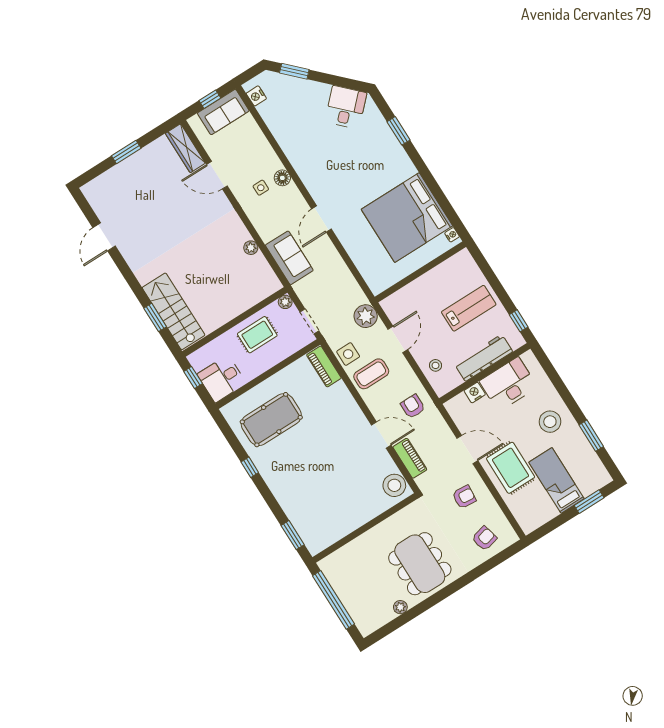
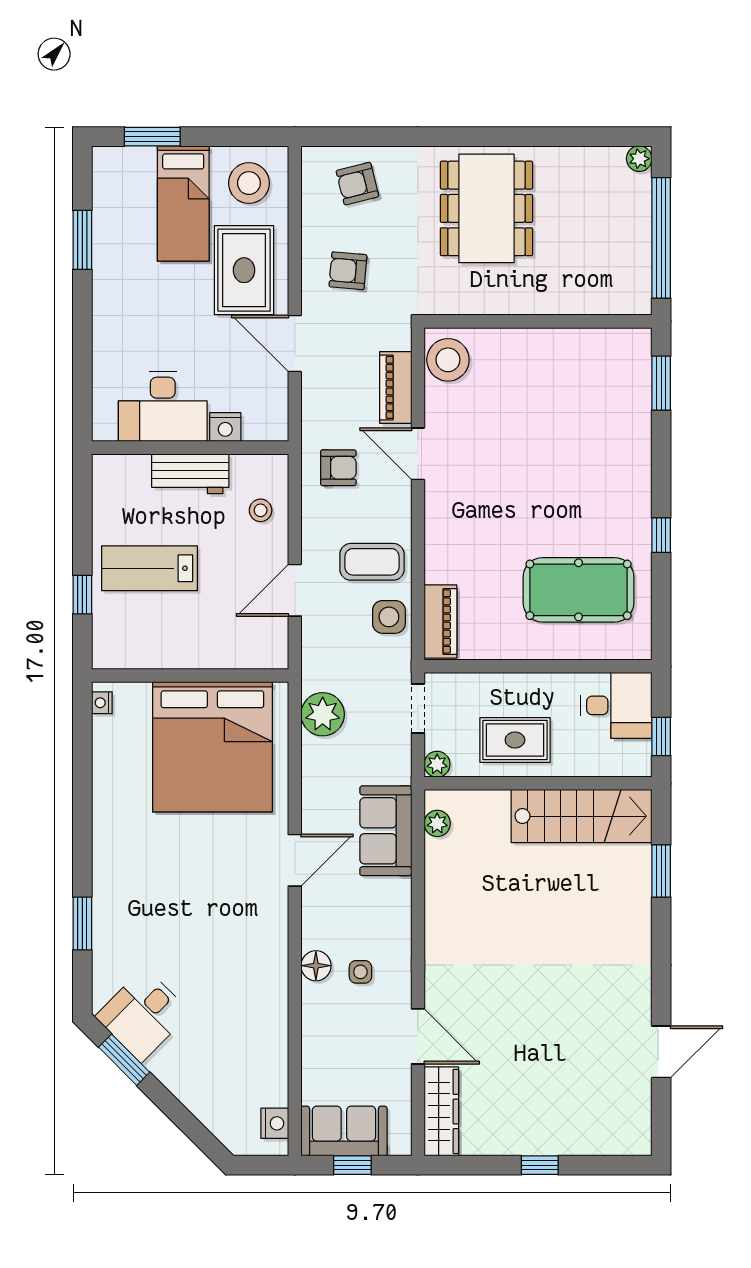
window: (294, 71) -> (124, 1060), moved
window: (126, 152) -> (540, 1165), width x0.67
bed: (407, 218) -> (212, 747), moved, turned 90
plant: (251, 248) -> (437, 823), moved
stairs: (174, 311) -> (582, 816), moved, turned -90
plant: (366, 316) -> (323, 714), moved
window: (519, 321) -> (82, 595), moved
workbench: (484, 358) -> (190, 474), width x0.73
armchair: (413, 406) -> (338, 468), turned -90
stool: (550, 422) -> (249, 183), moved
plant: (400, 607) -> (639, 159), moved

